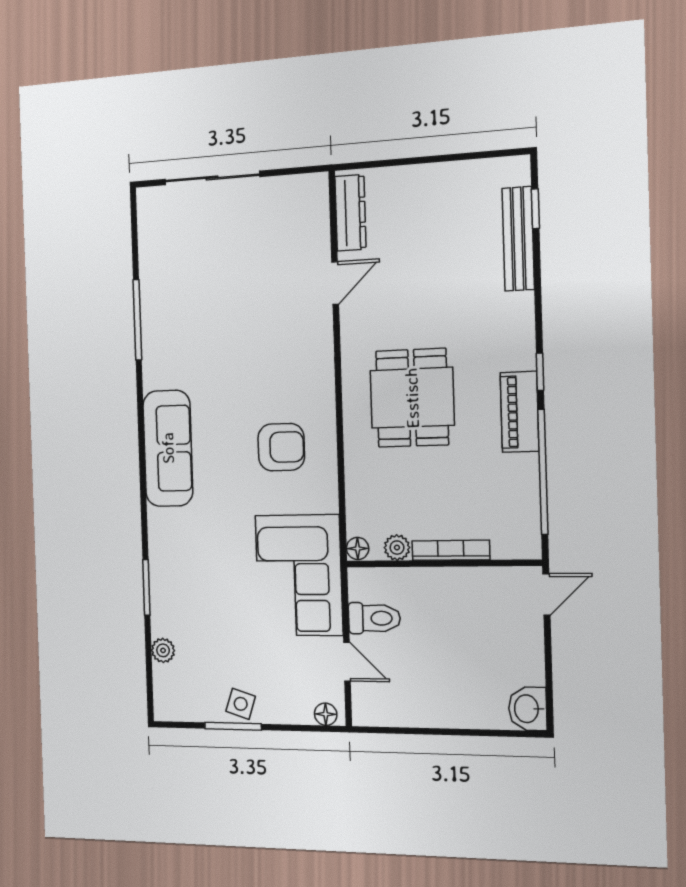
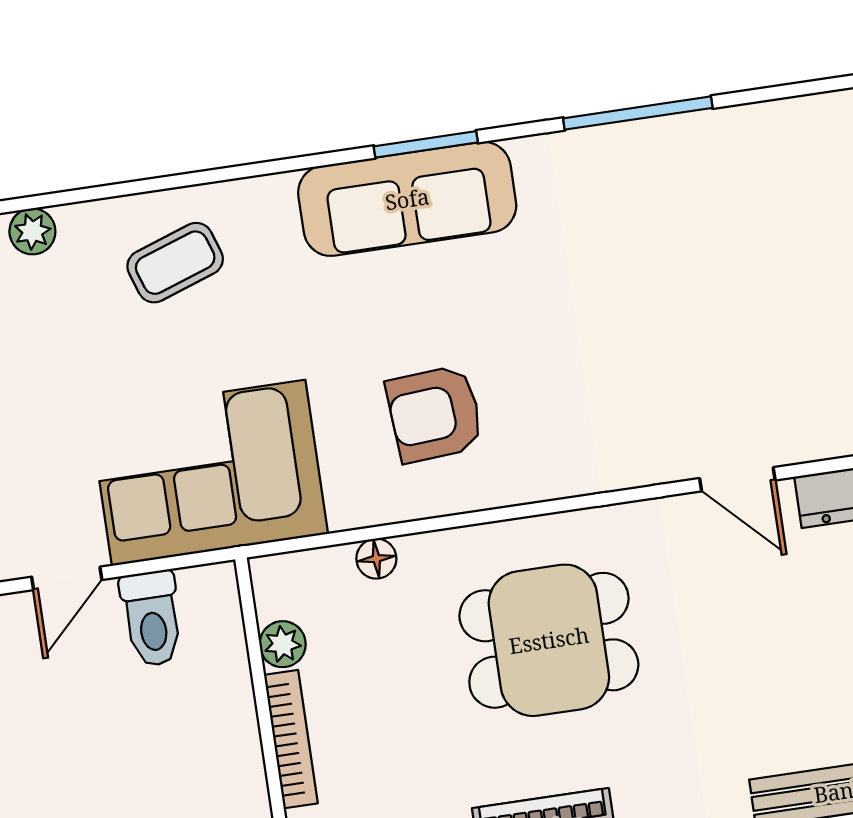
armchair: (281, 447) -> (435, 414), turned 86
floor lamp: (358, 548) -> (376, 559), moved
coffee table: (187, 577) -> (175, 263), added
window: (146, 588) -> (426, 144), moved

